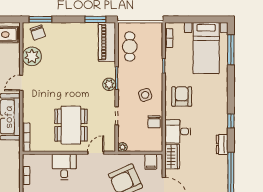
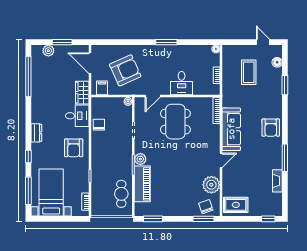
piano: (107, 42) -> (142, 184), moved
side table: (145, 95) -> (107, 149), removed
window: (231, 121) -> (28, 156), moved
dresser: (222, 144) -> (36, 133), moved

